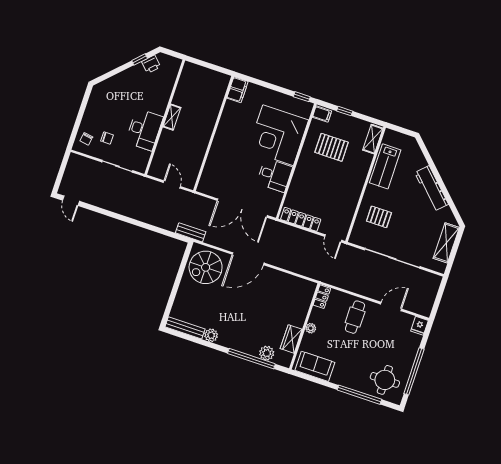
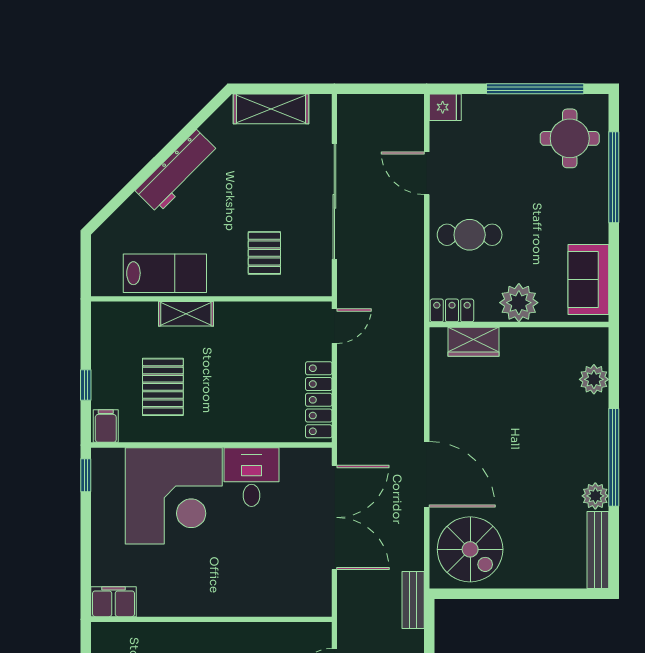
shelving: (373, 139) -> (186, 314), moved
plant: (311, 328) -> (519, 303), width x1.87, depth x1.87
wardrobe: (291, 339) -> (474, 342), moved
window: (251, 359) -> (614, 457), moved

